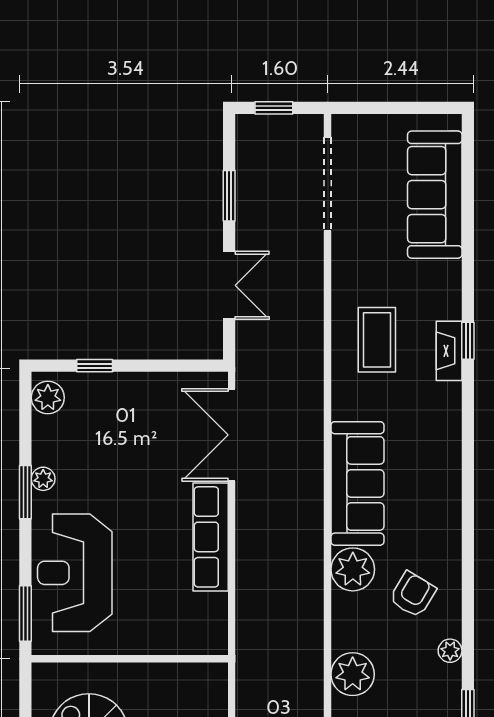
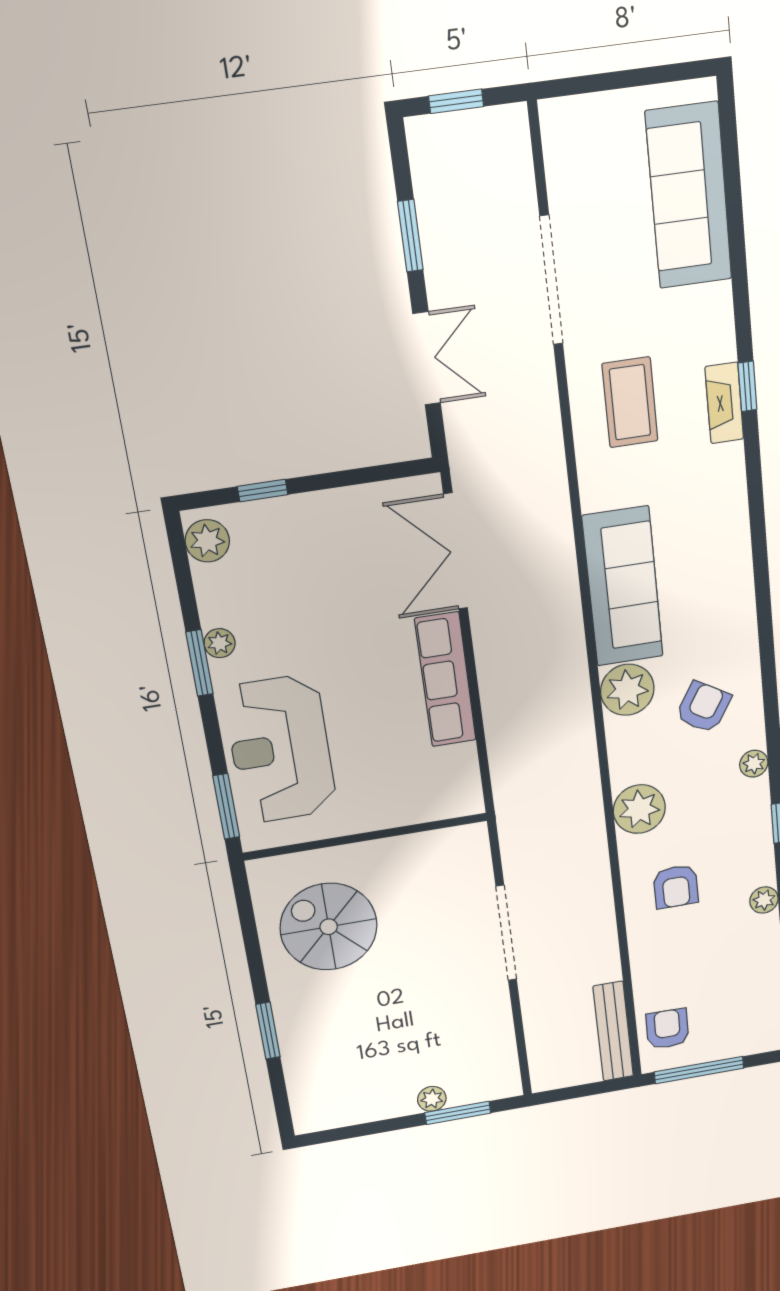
doorway: (328, 184) -> (551, 280), moved

